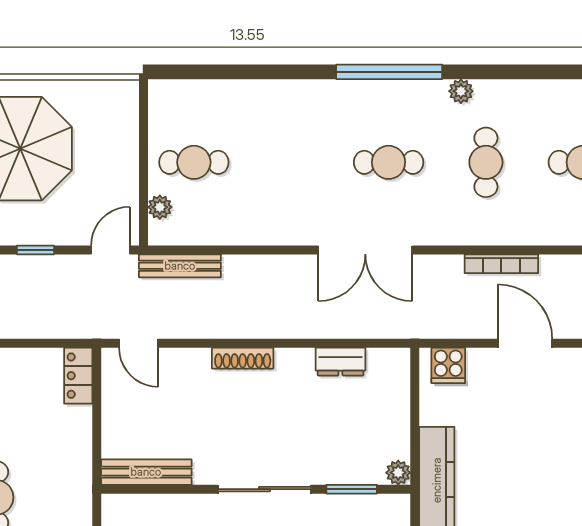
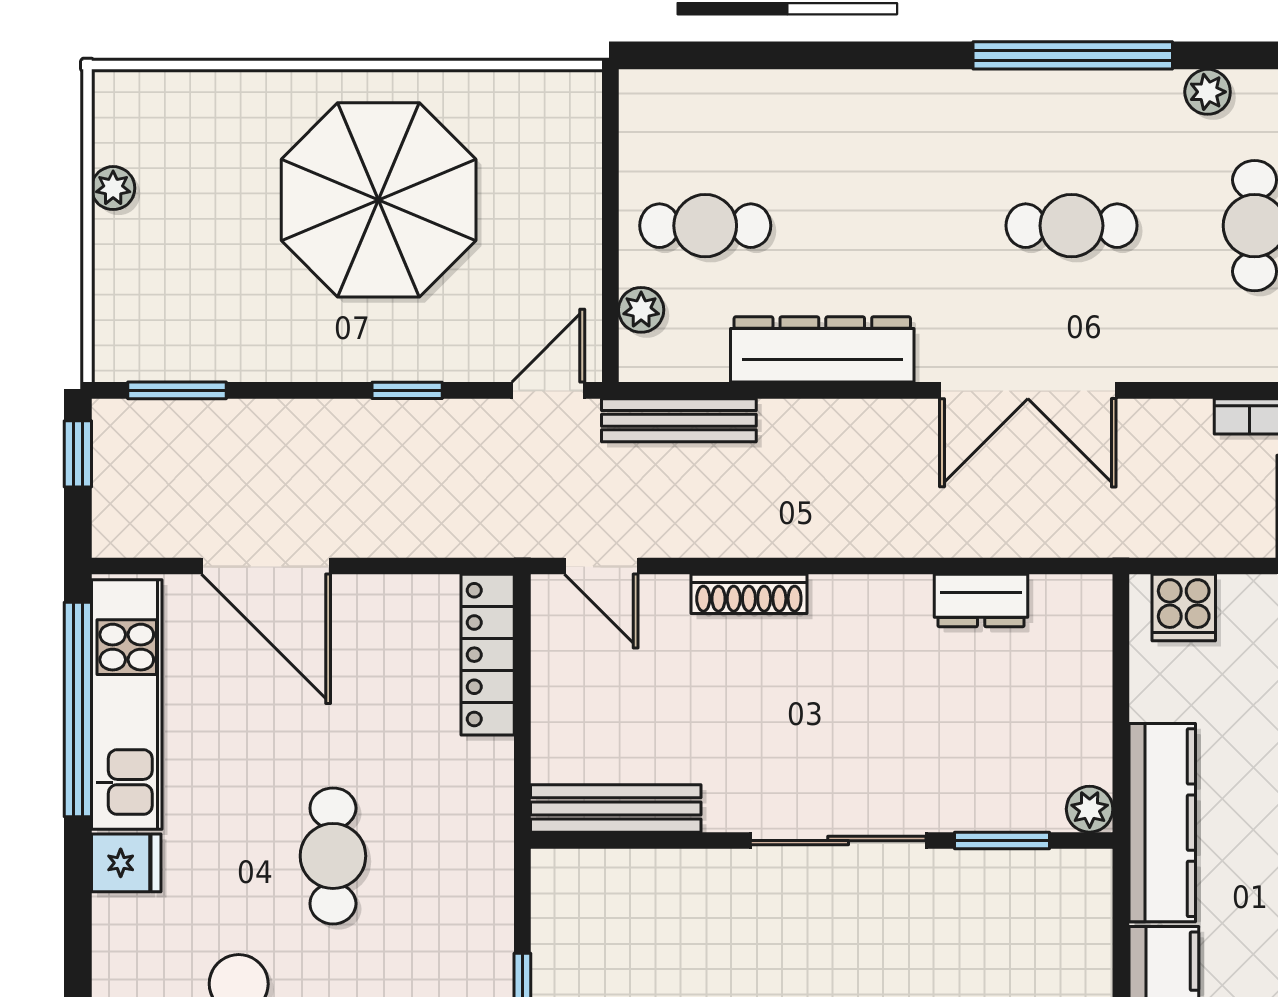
dresser: (256, 228) -> (822, 349), added
shoe rack: (243, 358) -> (749, 594), moved
locker: (78, 376) -> (488, 655), width x1.53

